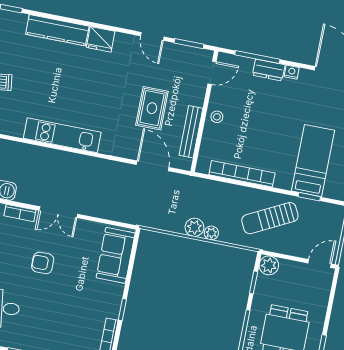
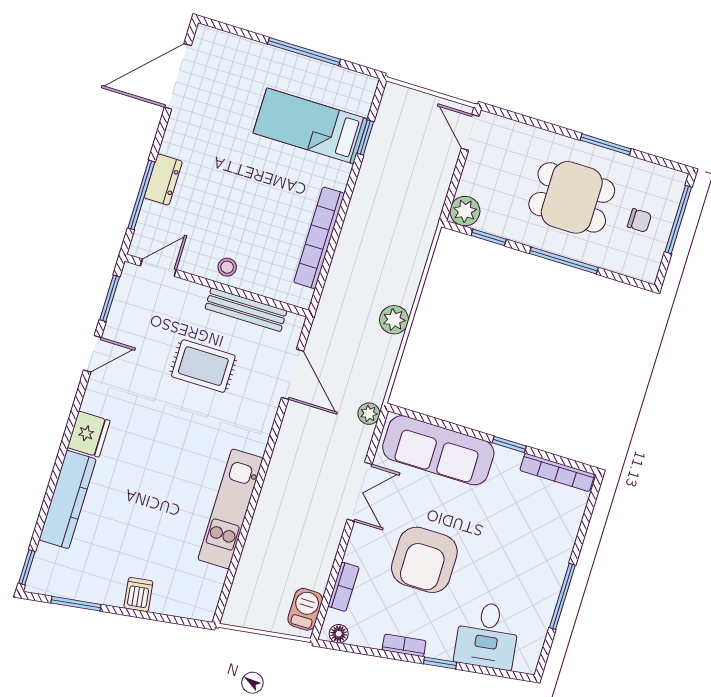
nightstand: (292, 72) -> (170, 145), removed
door: (212, 73) -> (158, 268), hinge flipped
door: (153, 166) -> (293, 374), swing flipped
double door: (58, 212) -> (360, 492), moved
sun lounger: (270, 218) -> (392, 202), removed
plant: (211, 233) -> (369, 414), moved
sofa: (116, 255) -> (438, 450), width x1.36
armchair: (43, 263) -> (424, 560), width x1.88, depth x1.88

